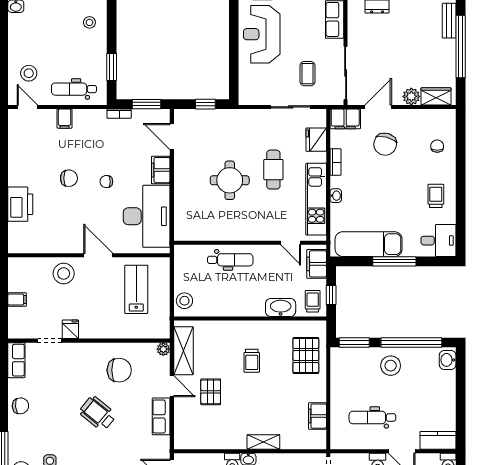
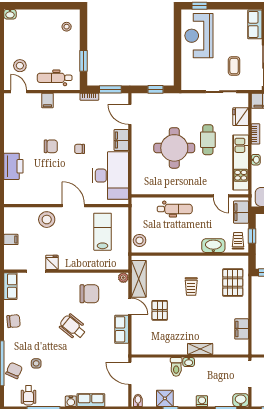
round table: (230, 180) -> (174, 148), width x1.36, depth x1.36

